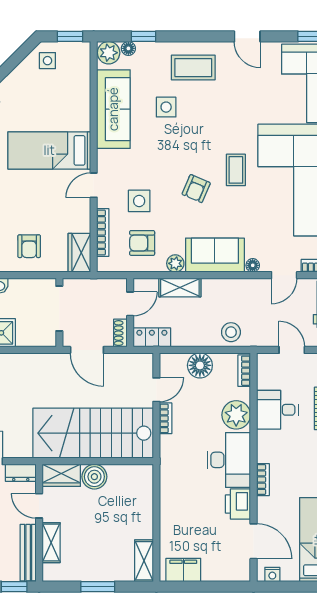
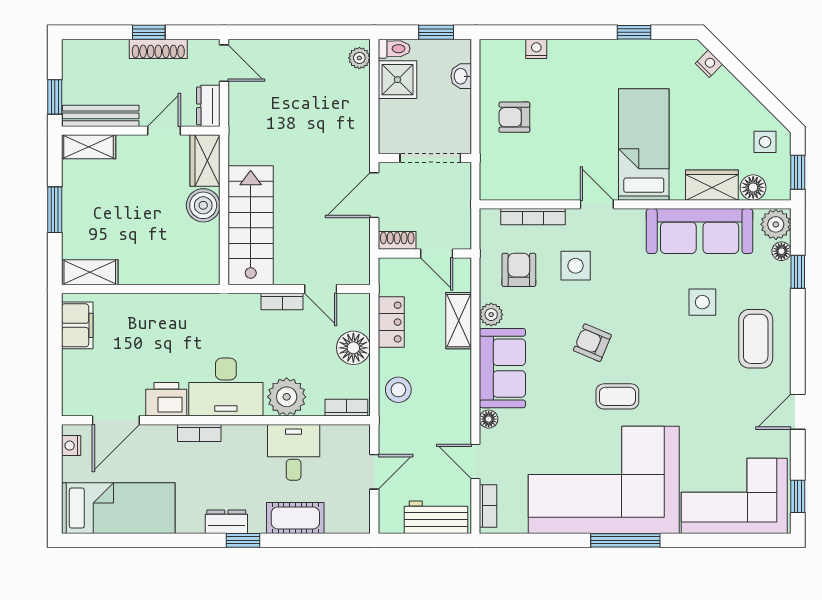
floor lamp: (81, 70) -> (753, 187), added
wardrobe: (79, 253) -> (712, 185), moved
locker: (152, 337) -> (391, 322), moved
stairs: (93, 433) -> (251, 225), width x0.73, depth x0.66
shelving: (51, 543) -> (89, 147), moved

